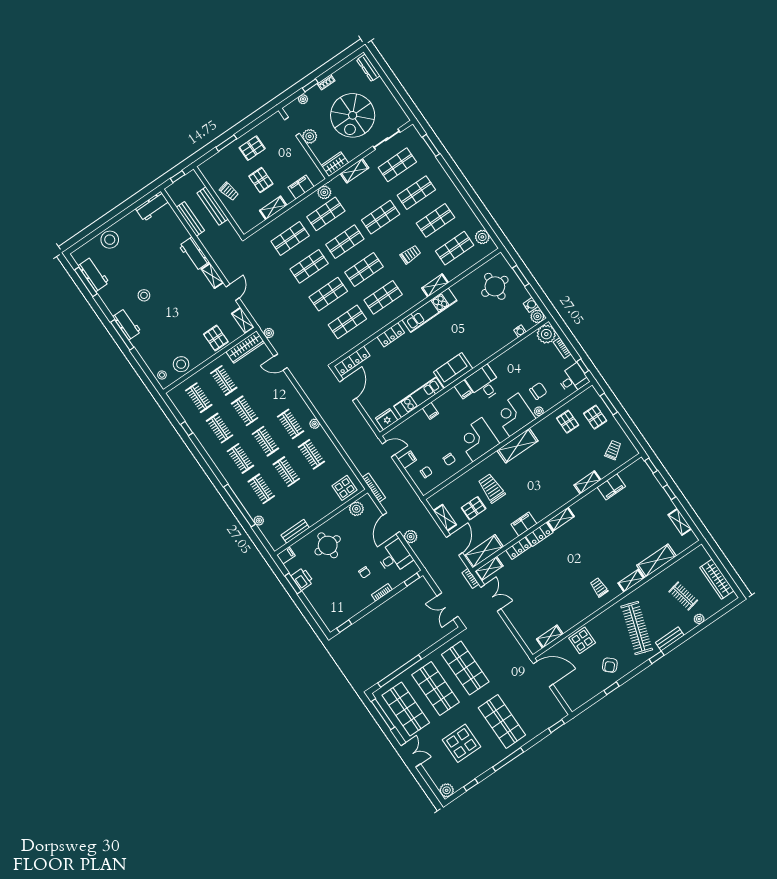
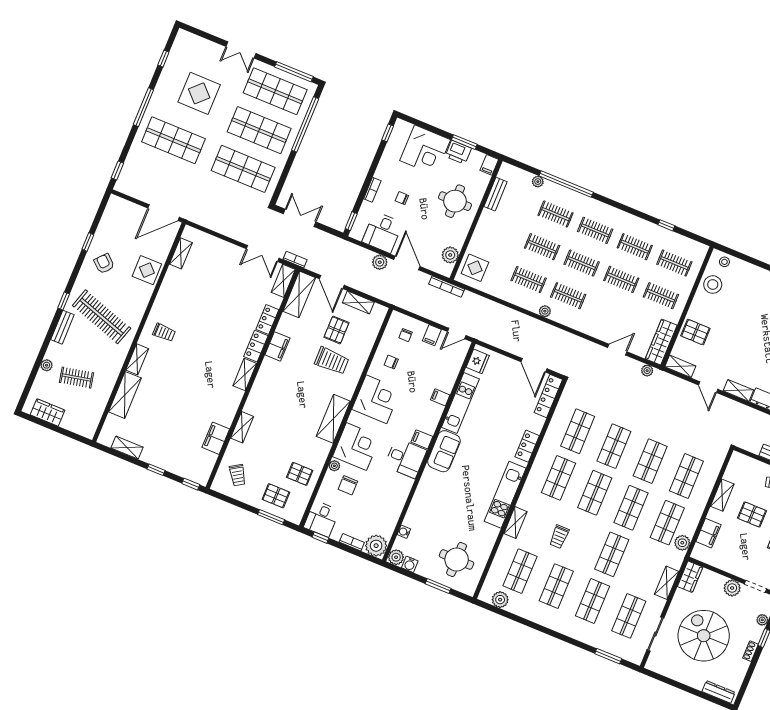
wardrobe: (717, 579) -> (47, 412), width x0.67
corner desk: (325, 596) -> (425, 150), added
plant: (447, 790) -> (184, 38), removed

